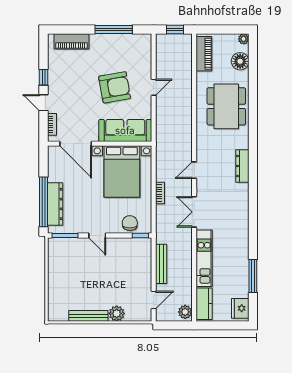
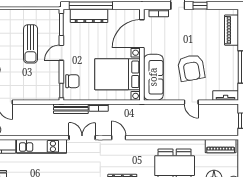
tv unit: (146, 48) -> (226, 95), added
bench: (161, 264) -> (71, 109), moved
sun lounger: (87, 271) -> (31, 44), added

